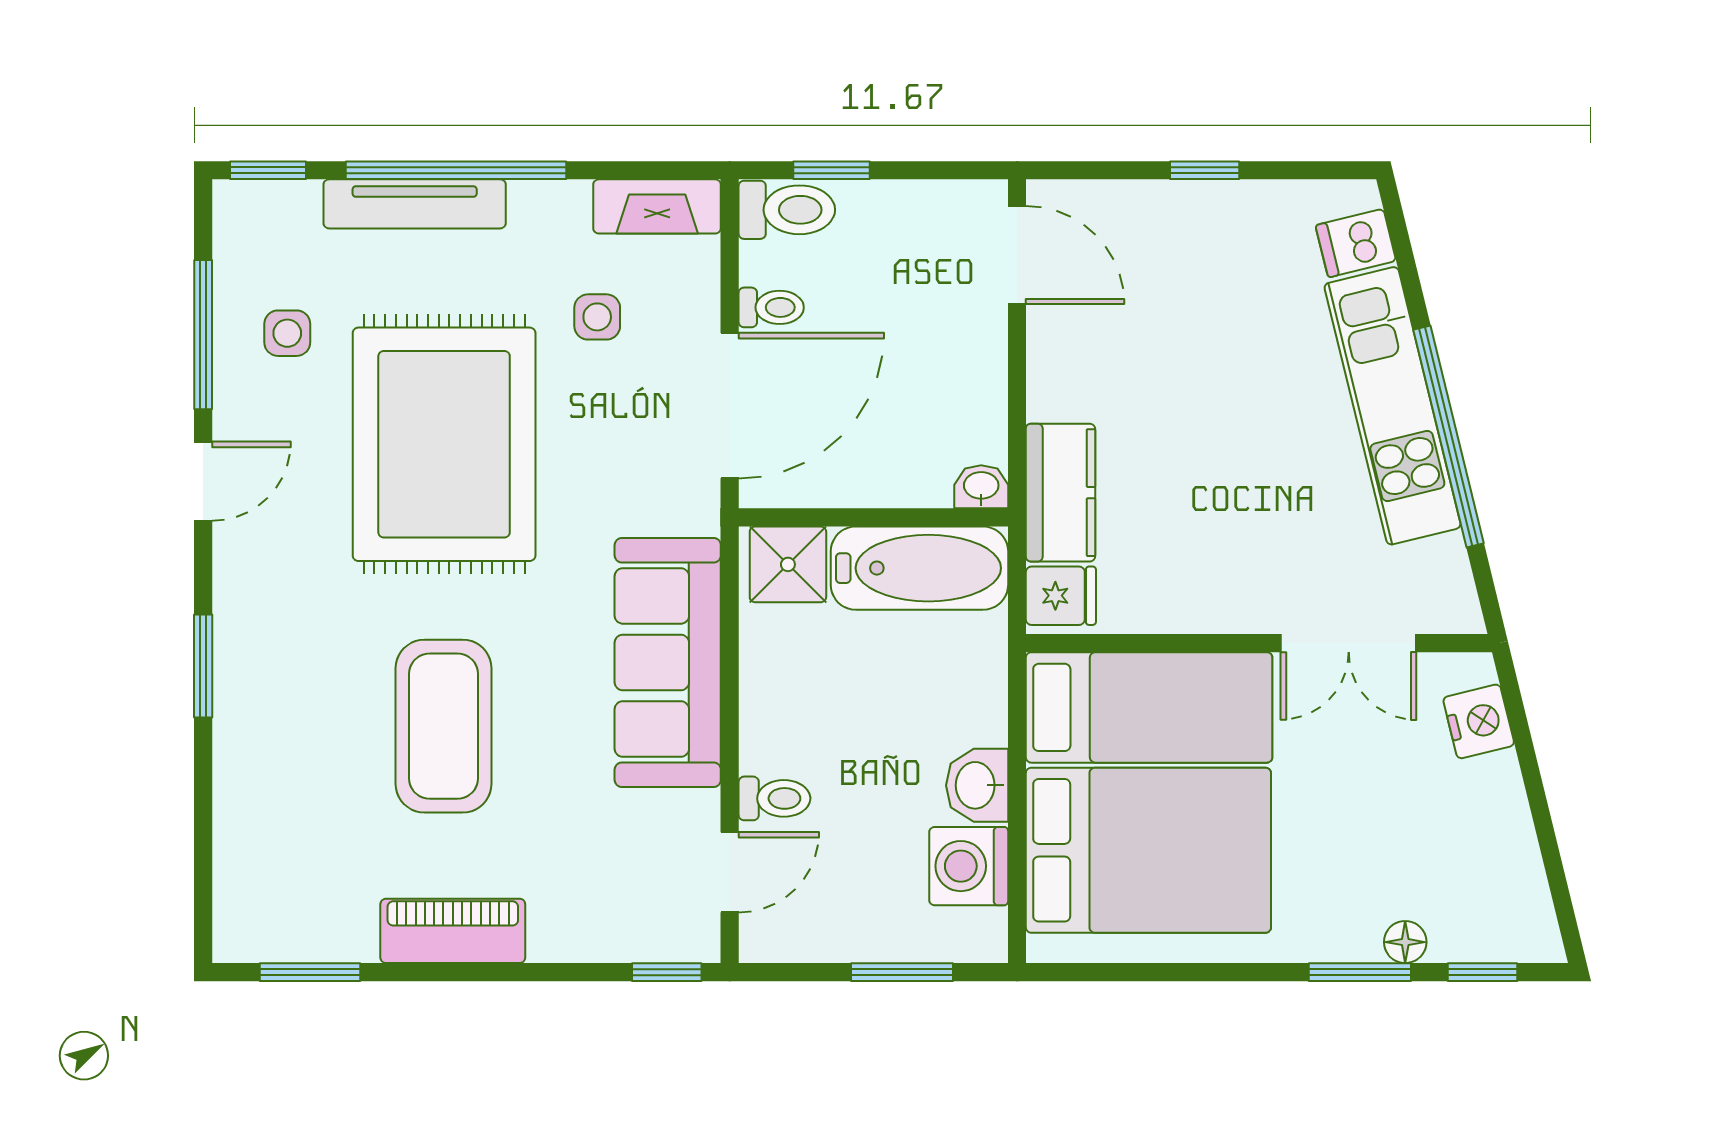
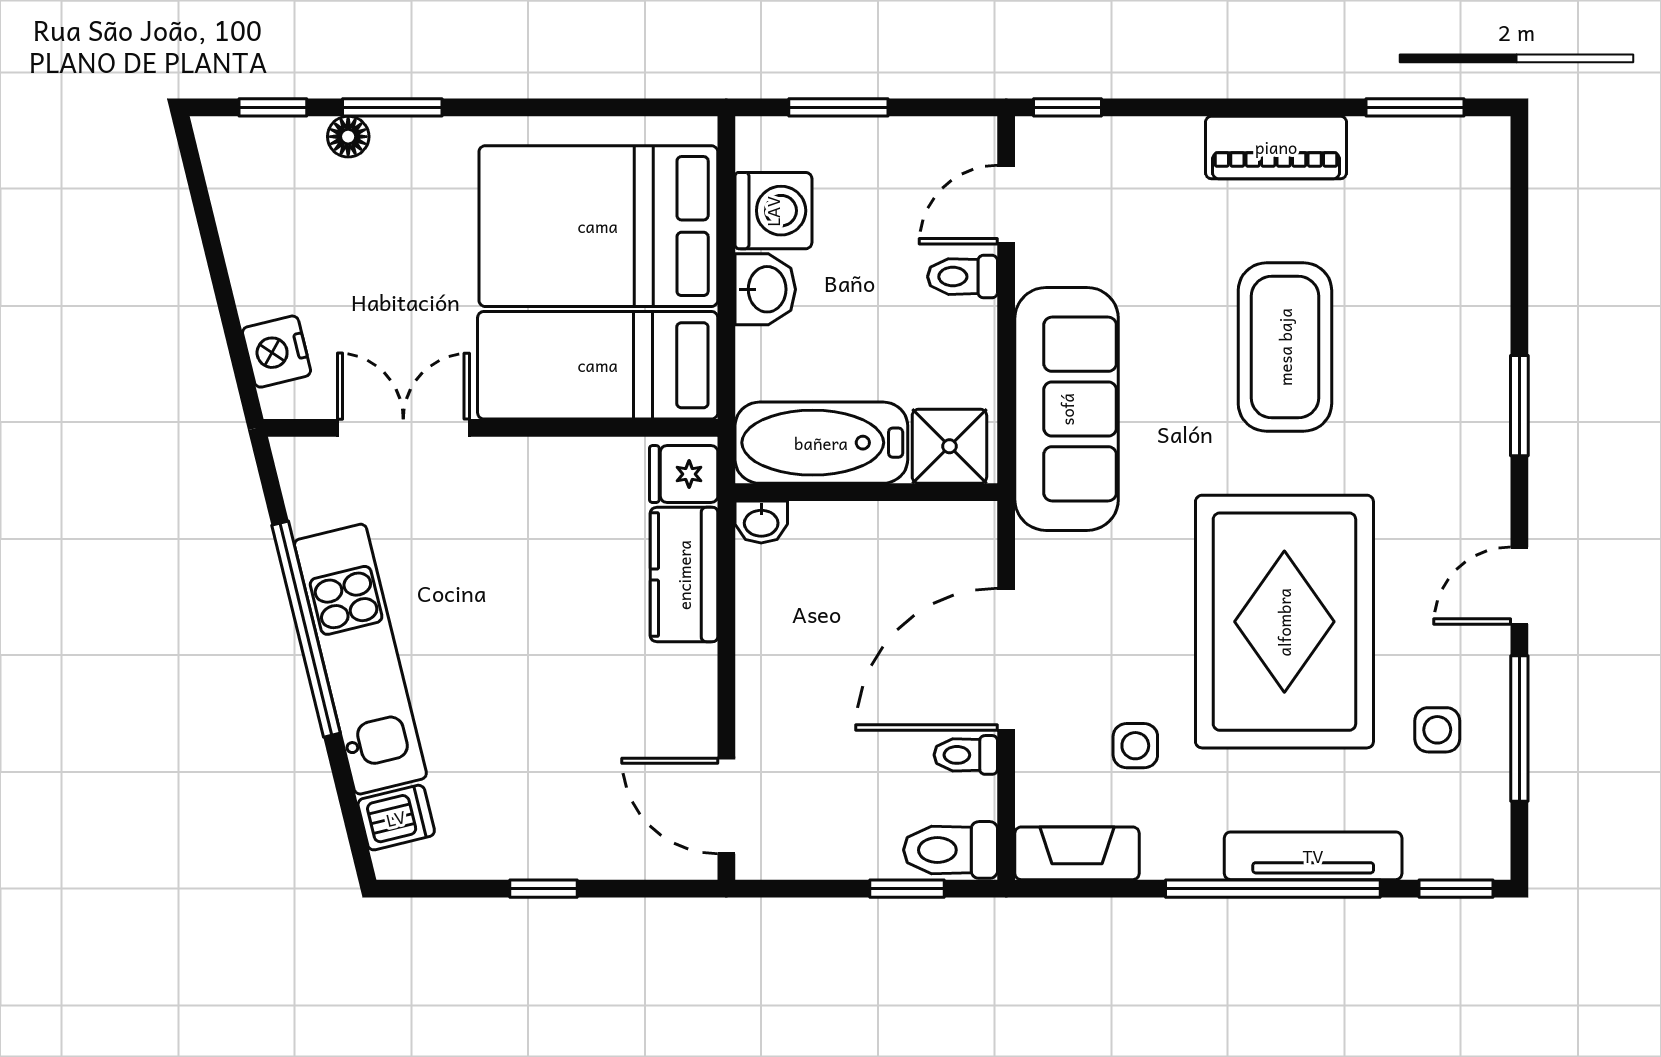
washbasin: (981, 487) -> (761, 522), moved
wall: (873, 517) -> (866, 492), moved
shower: (788, 564) -> (949, 446), moved
bathtub: (919, 568) -> (821, 443), moved

